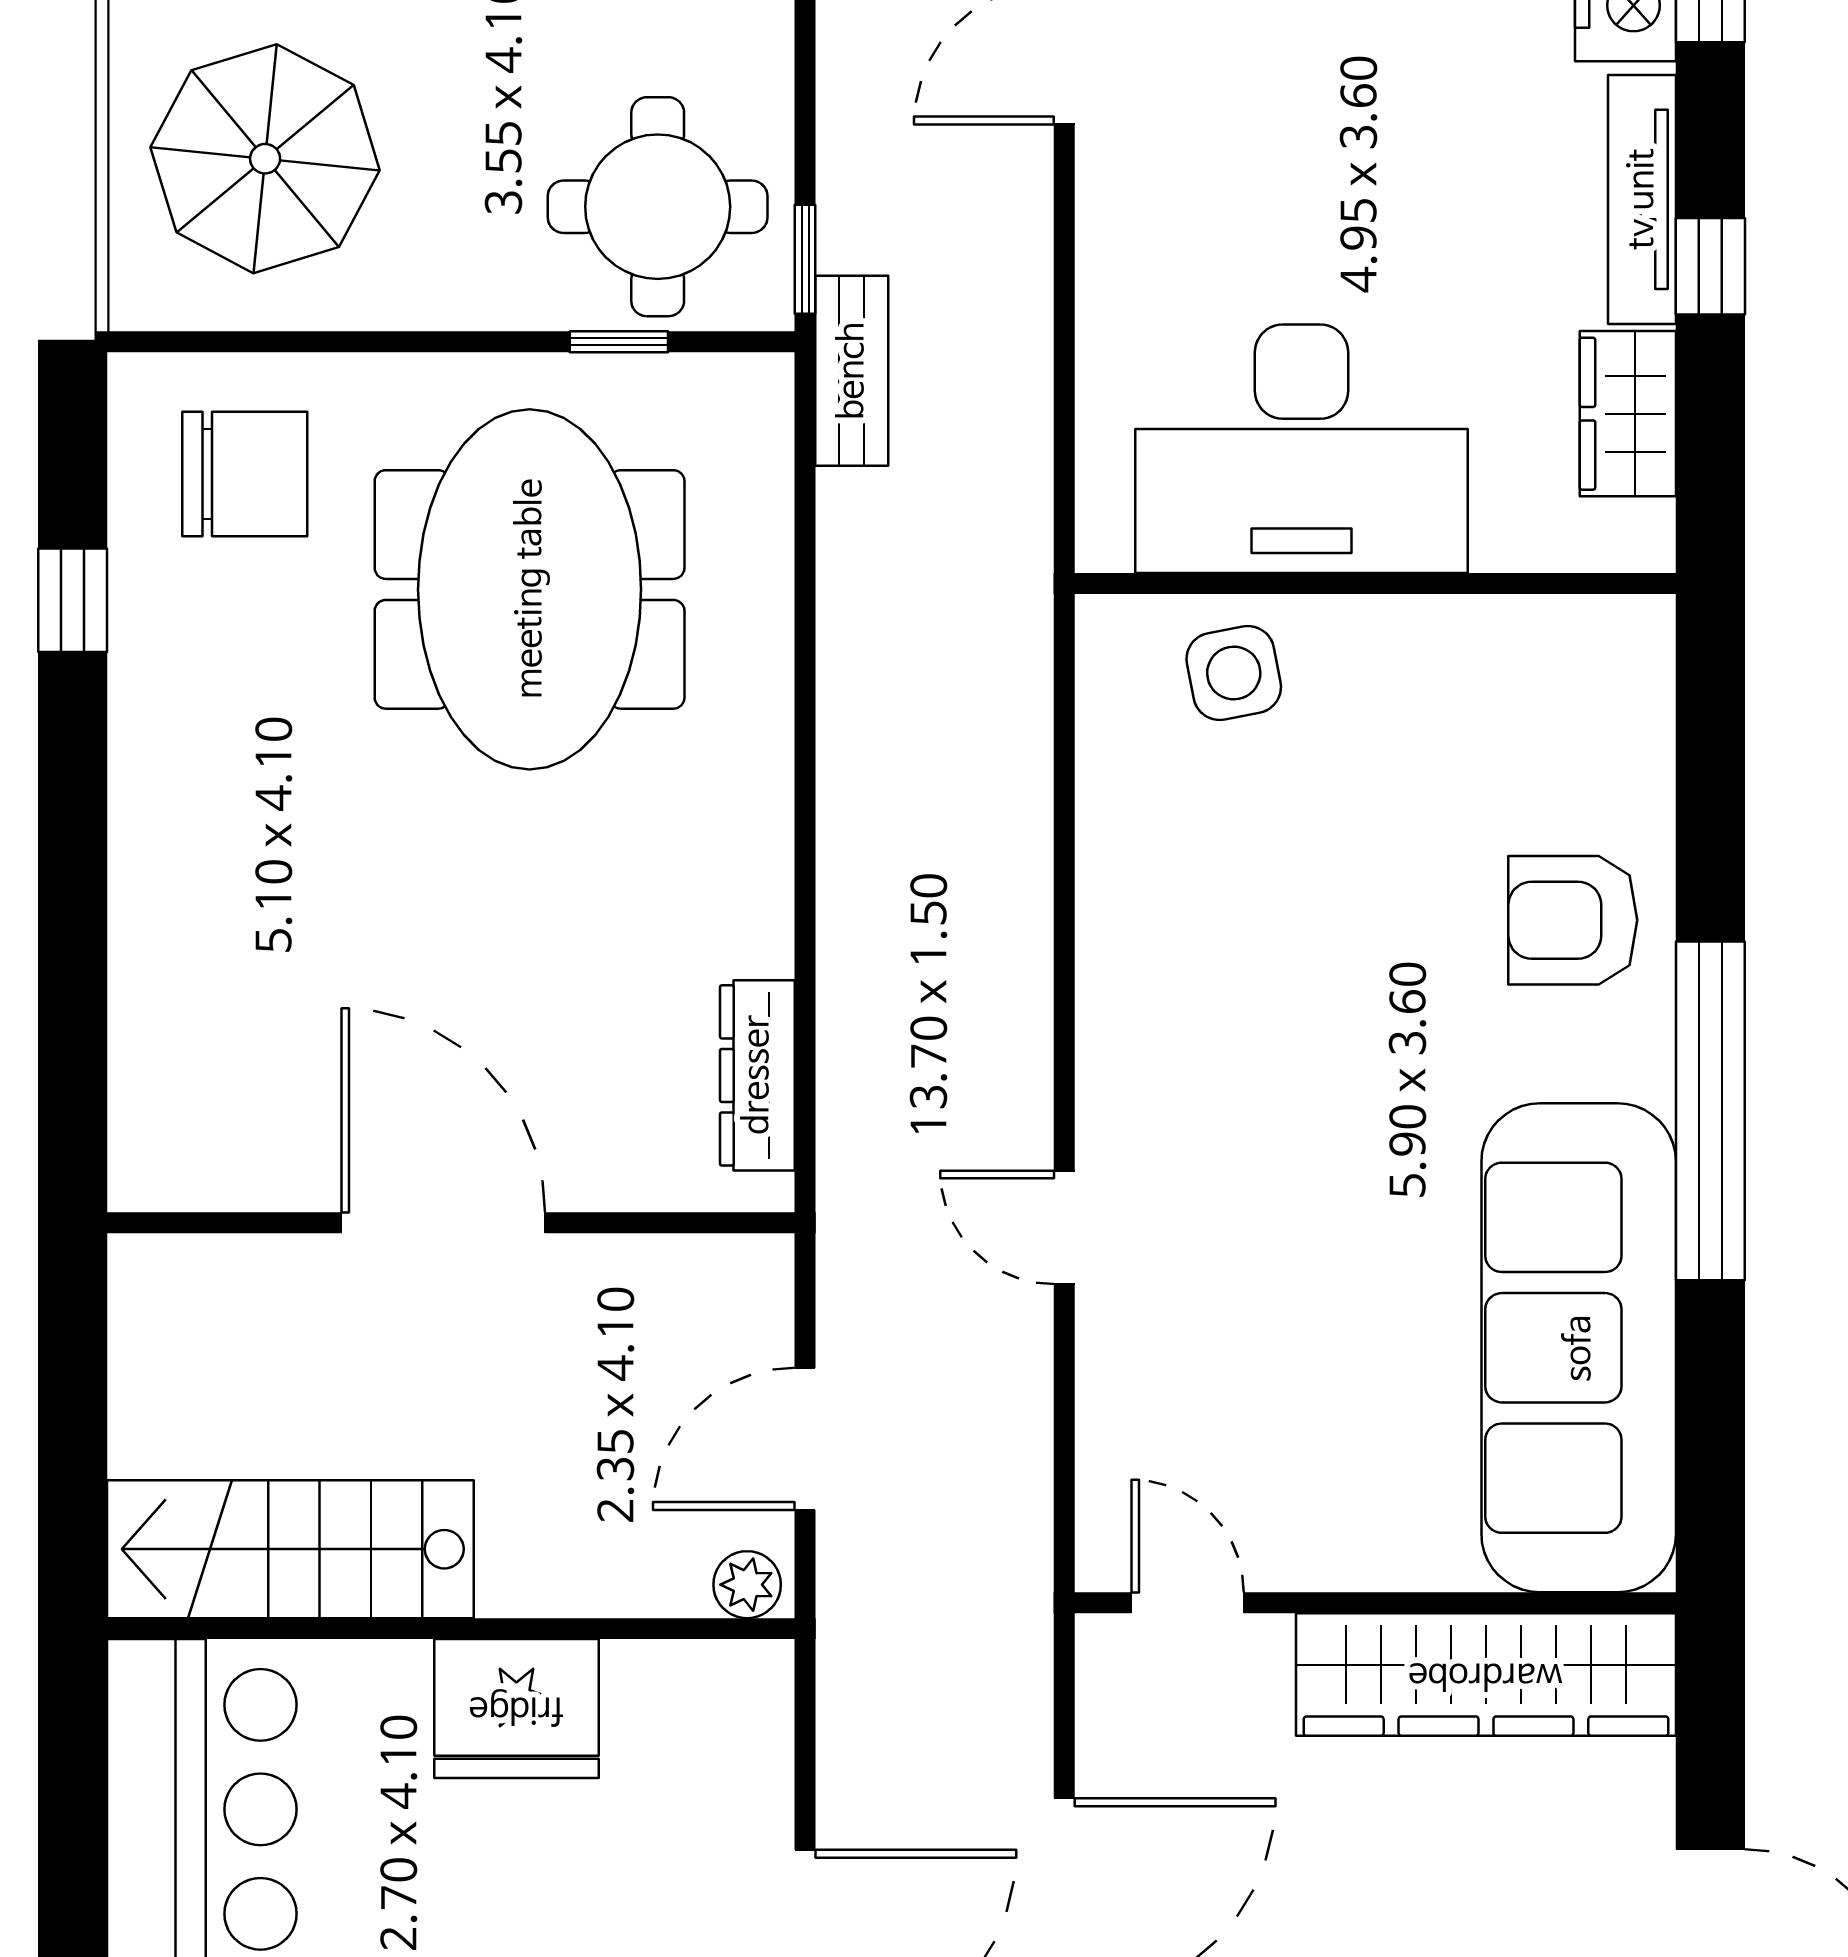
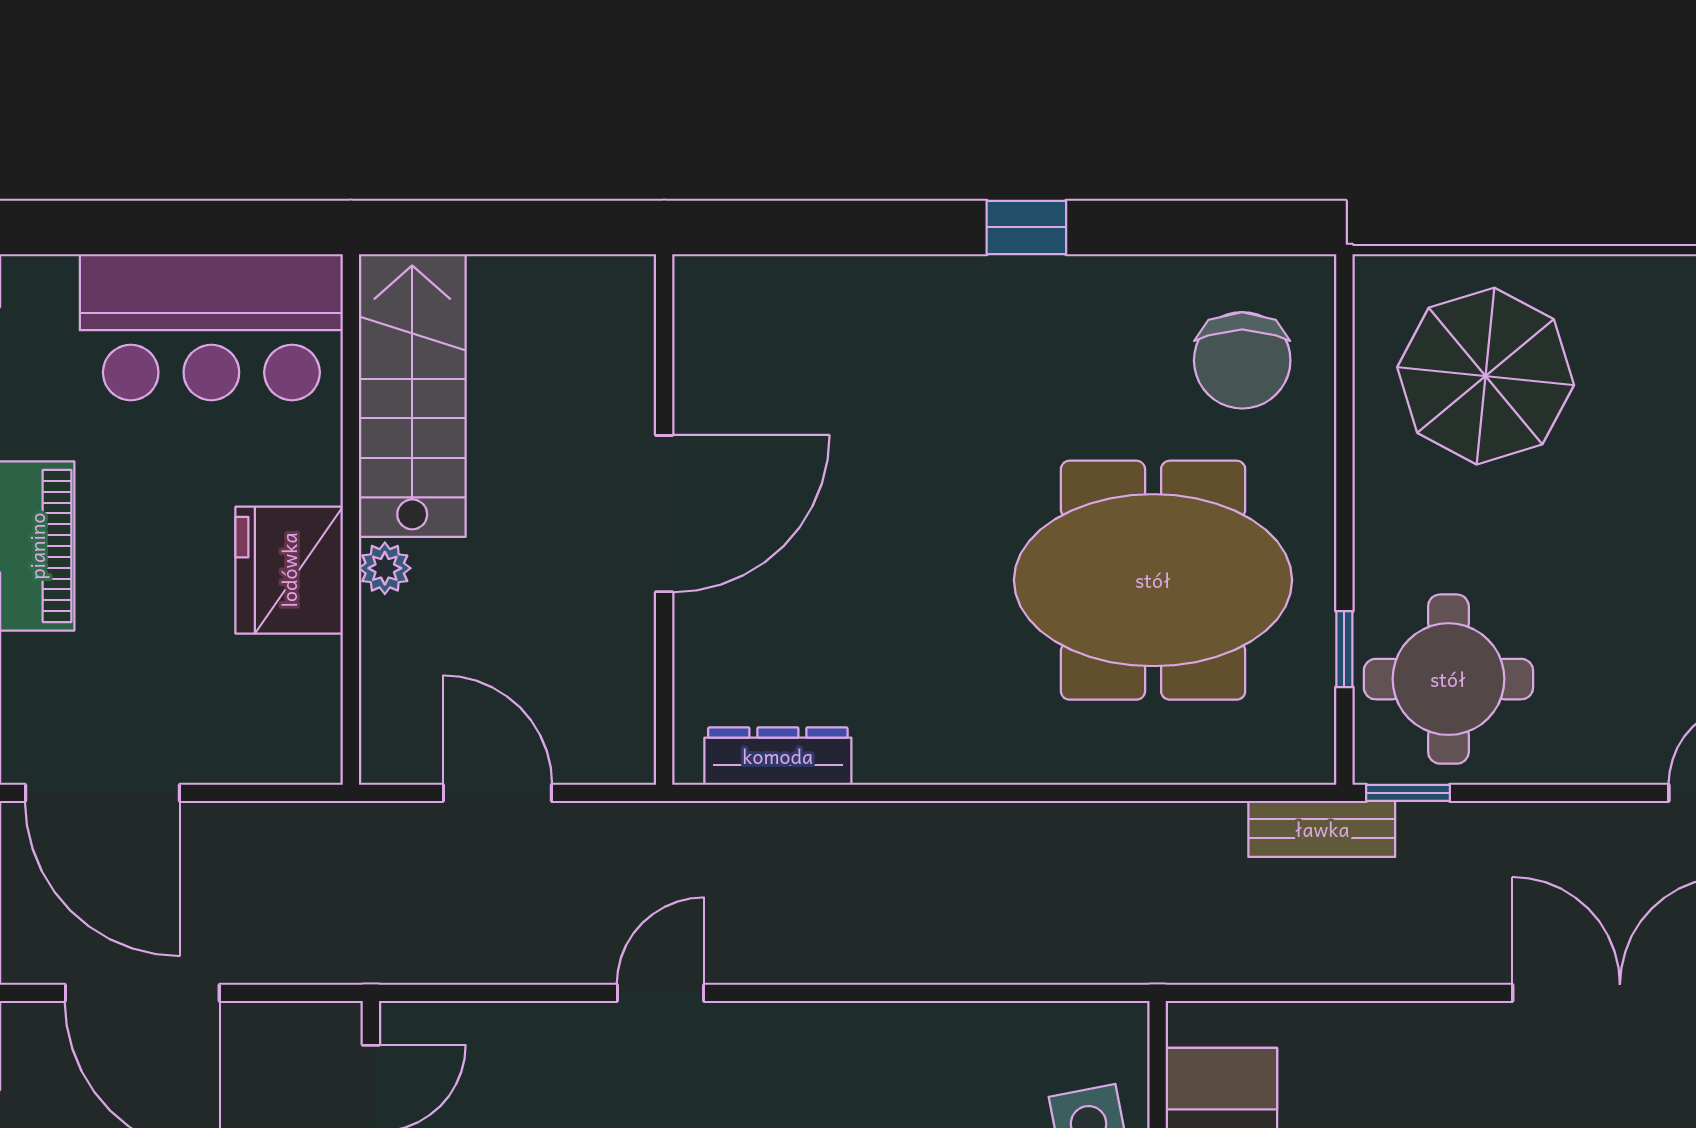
window: (73, 600) -> (1026, 227), moved
plant: (747, 1585) -> (385, 568), moved

